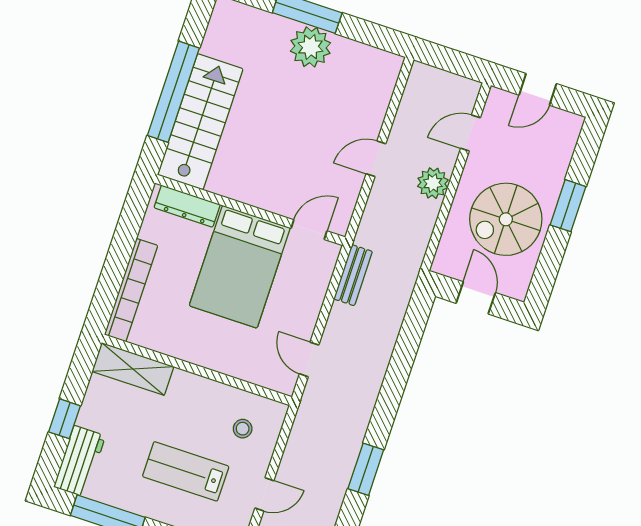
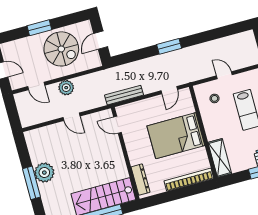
bed: (240, 267) -> (176, 136), moved, turned 180
bench: (353, 275) -> (124, 95), width x1.36
window: (366, 469) -> (169, 46), moved
door: (264, 494) -> (224, 75), moved

